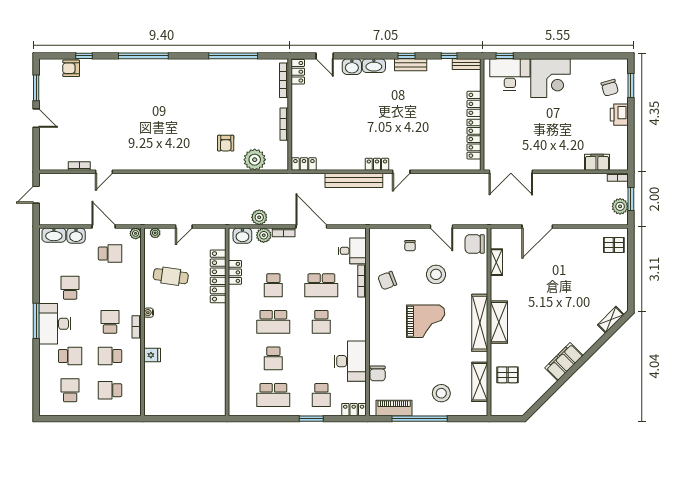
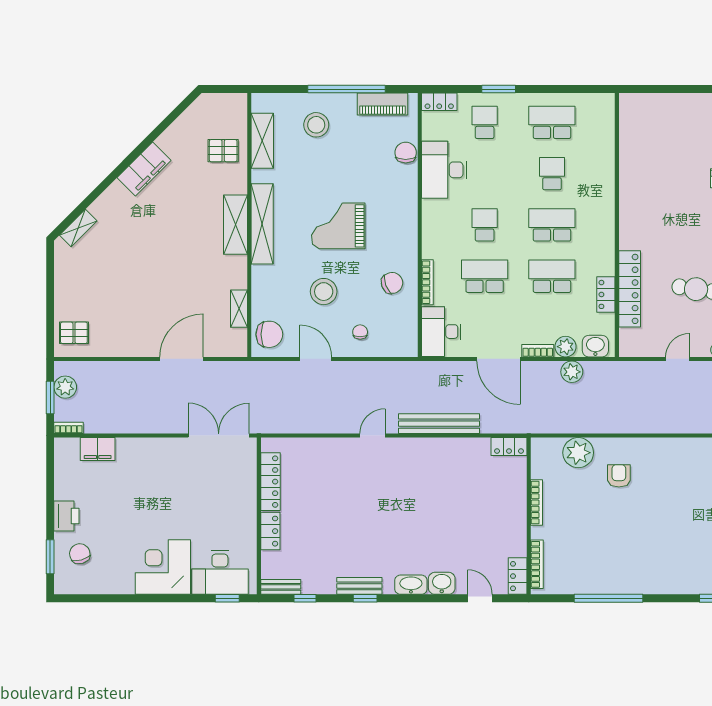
locker: (377, 164) -> (407, 446), removed
desk: (352, 251) -> (441, 332), width x1.37
school desk: (273, 285) -> (552, 276), width x1.85

